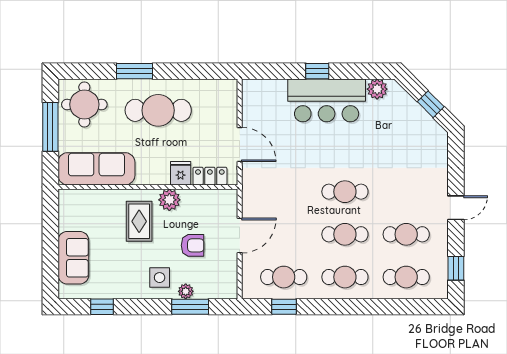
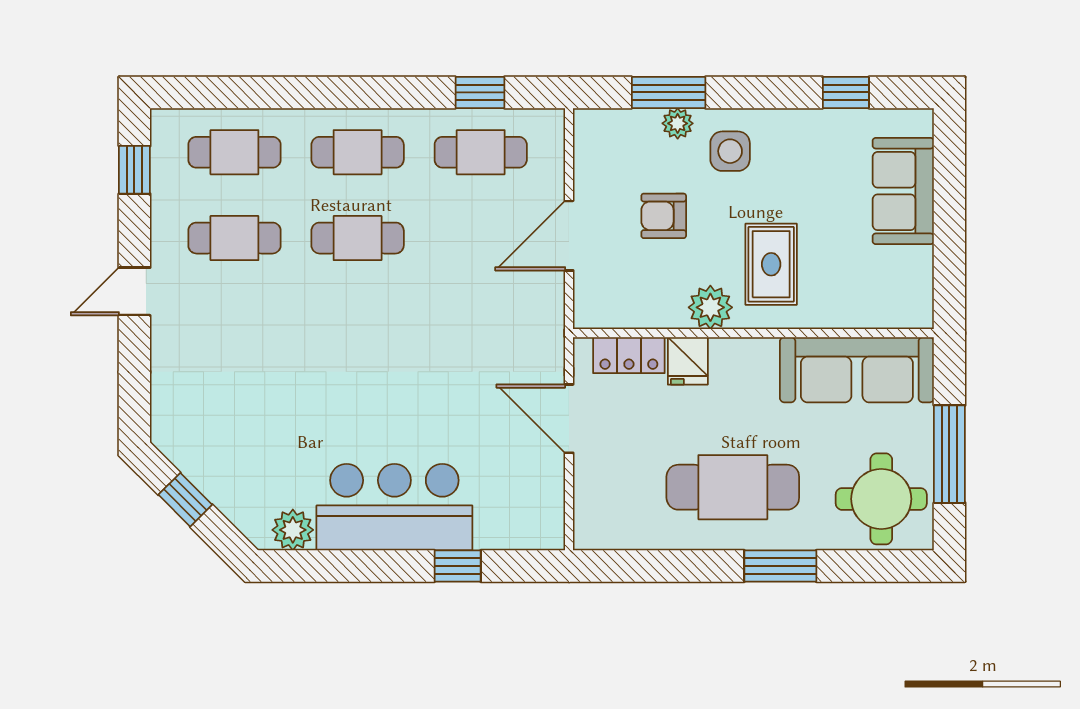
window: (317, 71) -> (458, 566), moved
cafe table: (345, 192) -> (358, 324), removed

